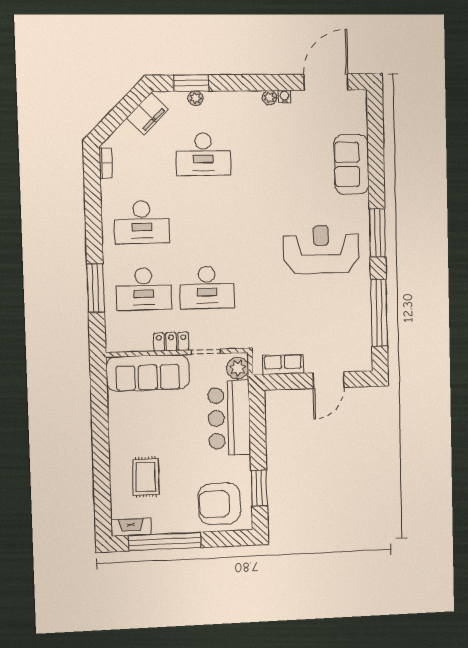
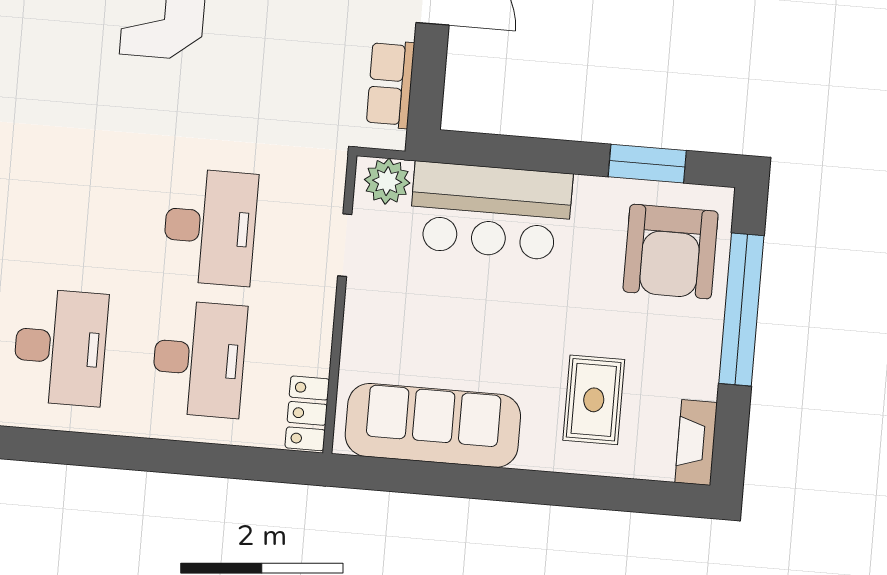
window: (96, 288) -> (186, 458), removed
locker: (171, 342) -> (307, 413), moved
sofa: (148, 373) -> (433, 425), moved, turned -90
rug: (146, 477) -> (594, 400), turned 90
window: (165, 542) -> (741, 309), moved

